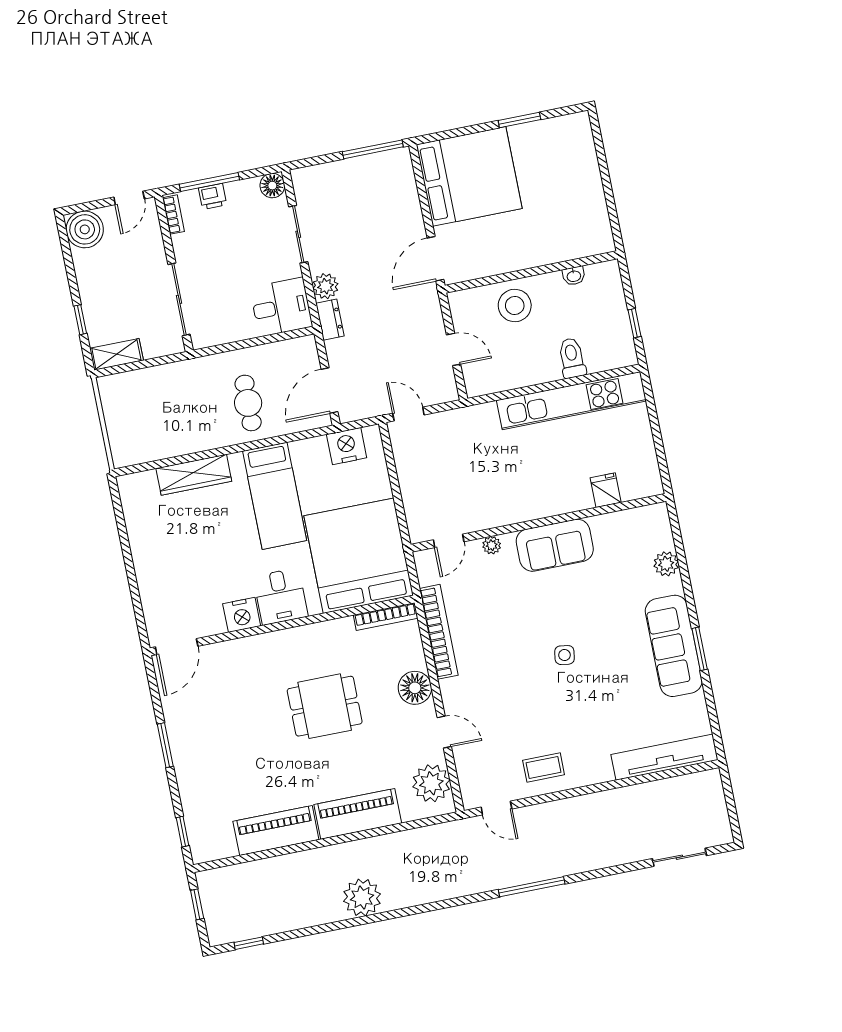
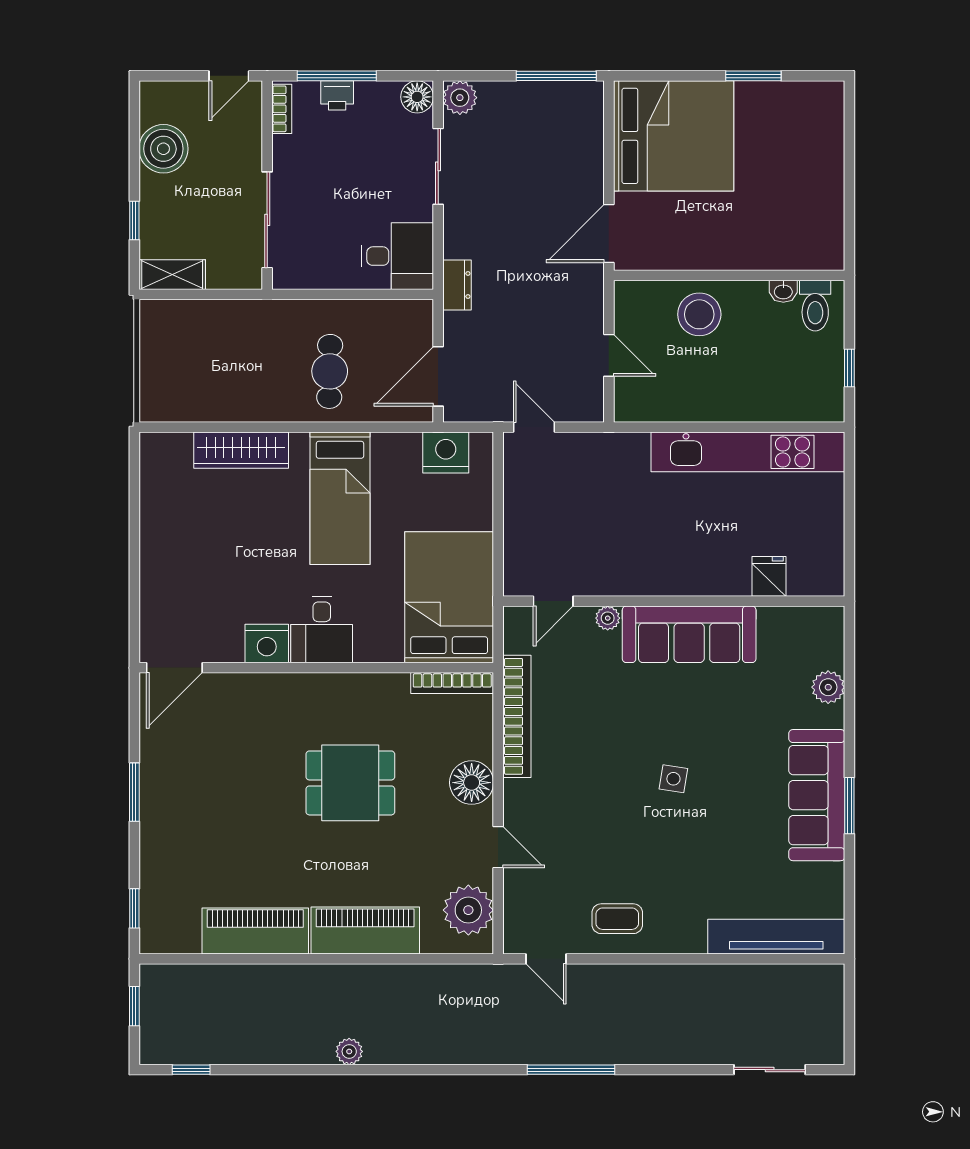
boiler: (85, 229) -> (163, 149), moved
plant: (325, 286) -> (460, 98), moved
toilet: (572, 358) -> (815, 306), moved, turned 180
sofa: (555, 545) -> (689, 634), width x1.36
bed: (359, 556) -> (449, 597), width x0.73
plant: (362, 898) -> (349, 1051), width x0.53, depth x0.53

